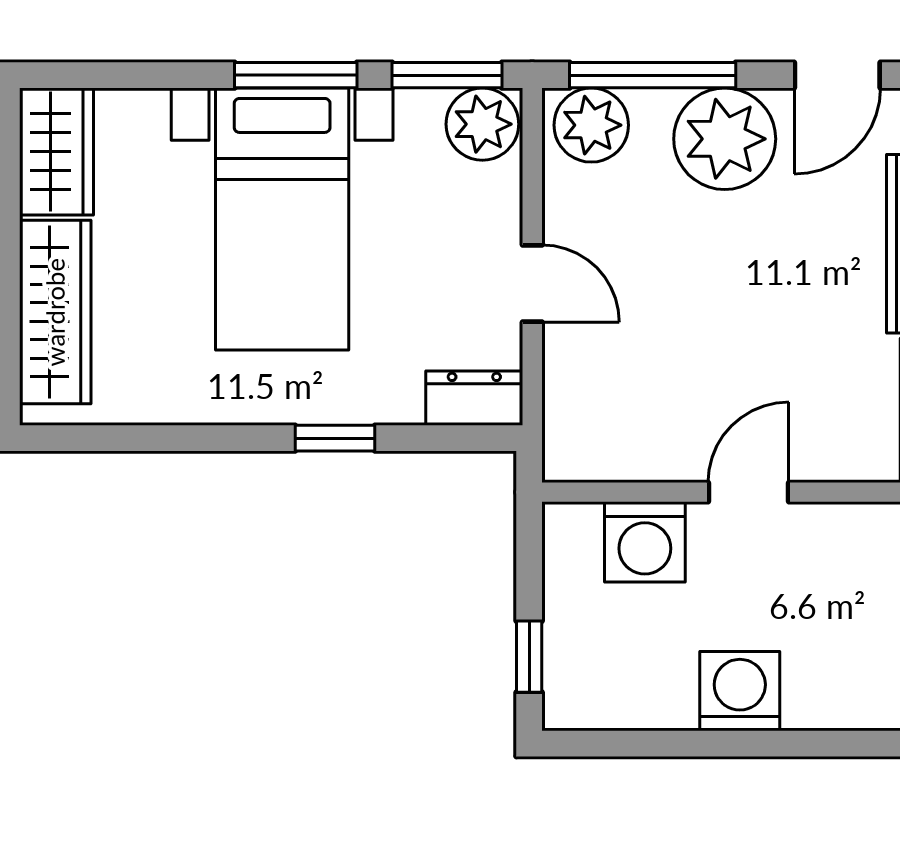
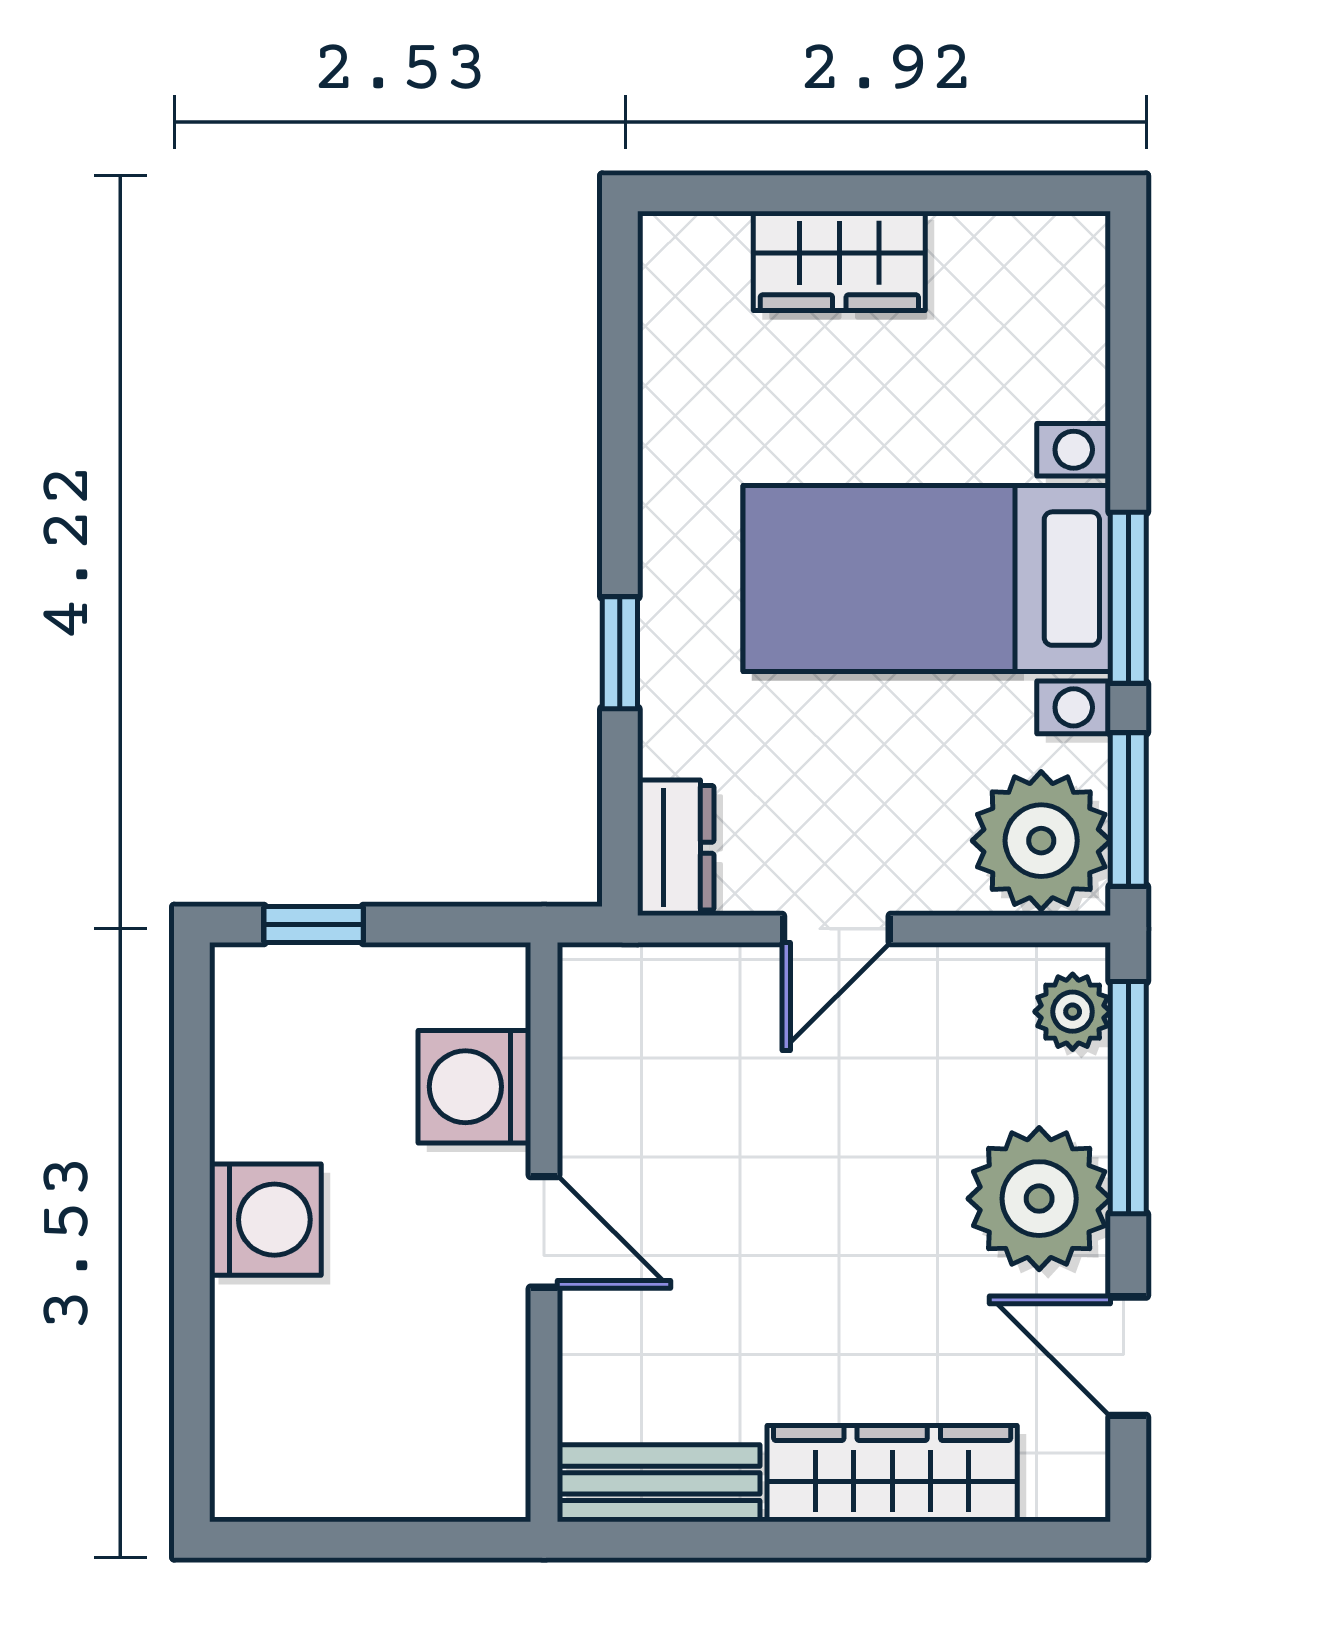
plant: (482, 124) -> (1041, 841), width x1.36, depth x1.36
plant: (591, 125) -> (1073, 1012), width x0.73, depth x0.73
wardrobe: (57, 152) -> (1021, 263), removed
wardrobe: (55, 312) -> (839, 261), width x0.67

